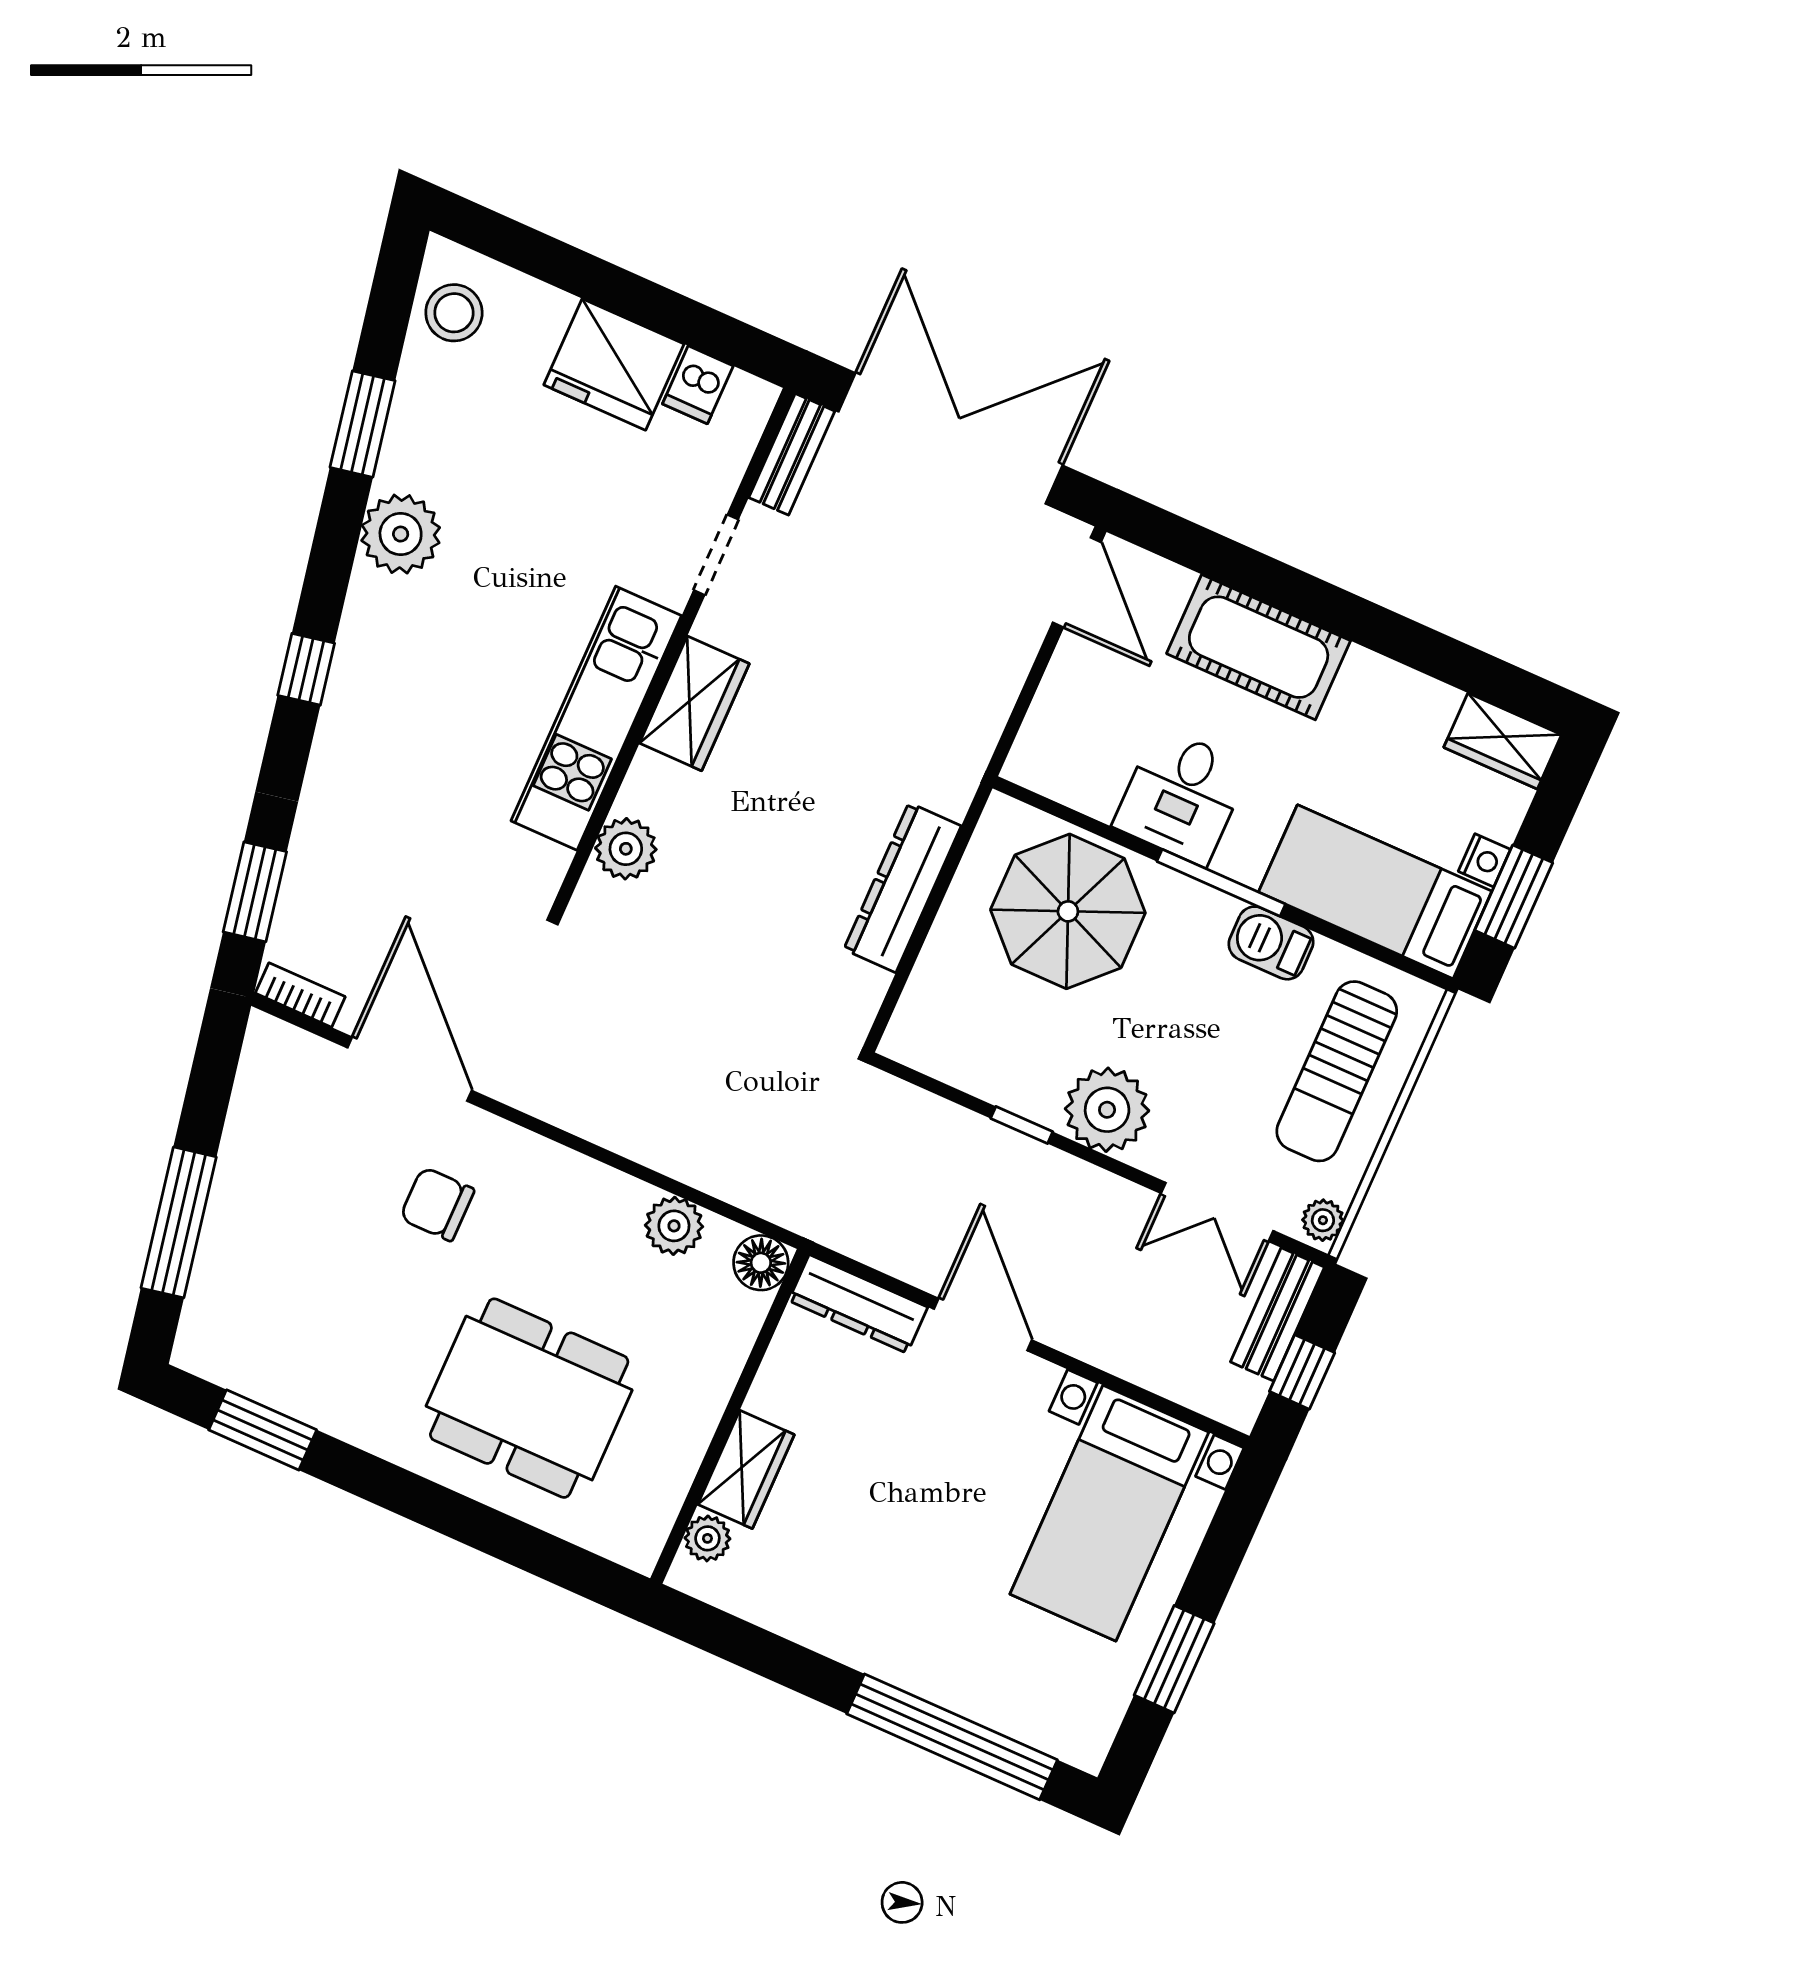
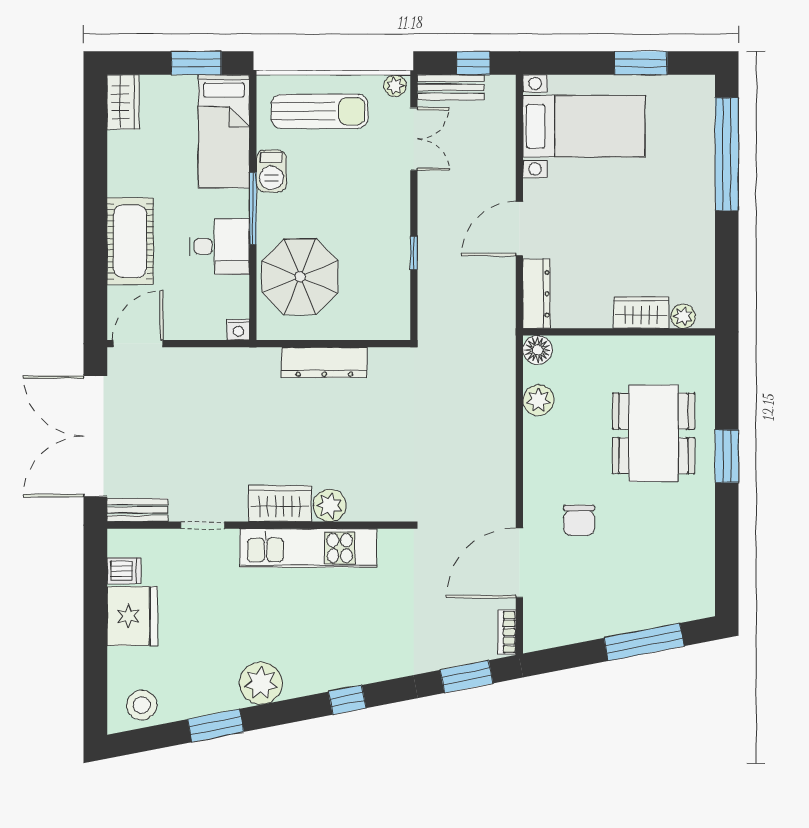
plant: (626, 849) -> (330, 505), moved
nightstand: (1484, 860) -> (238, 330), moved, turned 180
plant: (1107, 1110) -> (388, 215), removed
window: (263, 1430) -> (727, 456), moved

